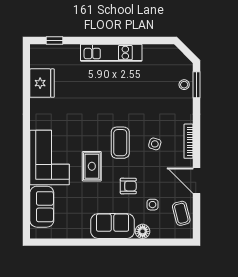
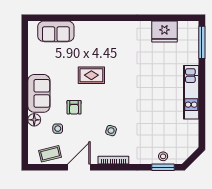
window: (54, 40) -> (202, 42), width x2.17
coffee table: (120, 143) -> (112, 100), removed
corner sofa: (49, 158) -> (99, 38), removed

